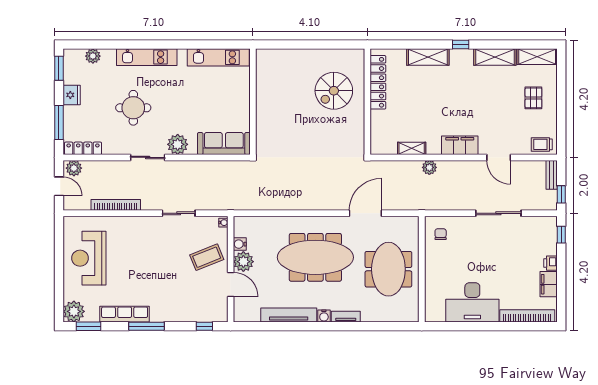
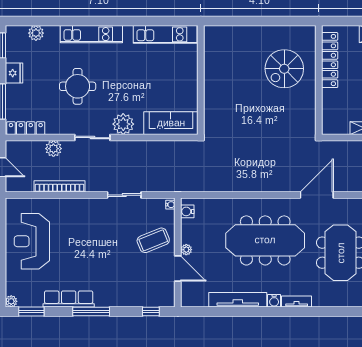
plant: (74, 168) -> (53, 149), moved
water cooler: (240, 244) -> (187, 211), moved
plant: (243, 262) -> (186, 250), width x0.53, depth x0.53
plant: (74, 311) -> (11, 301), width x0.53, depth x0.53

